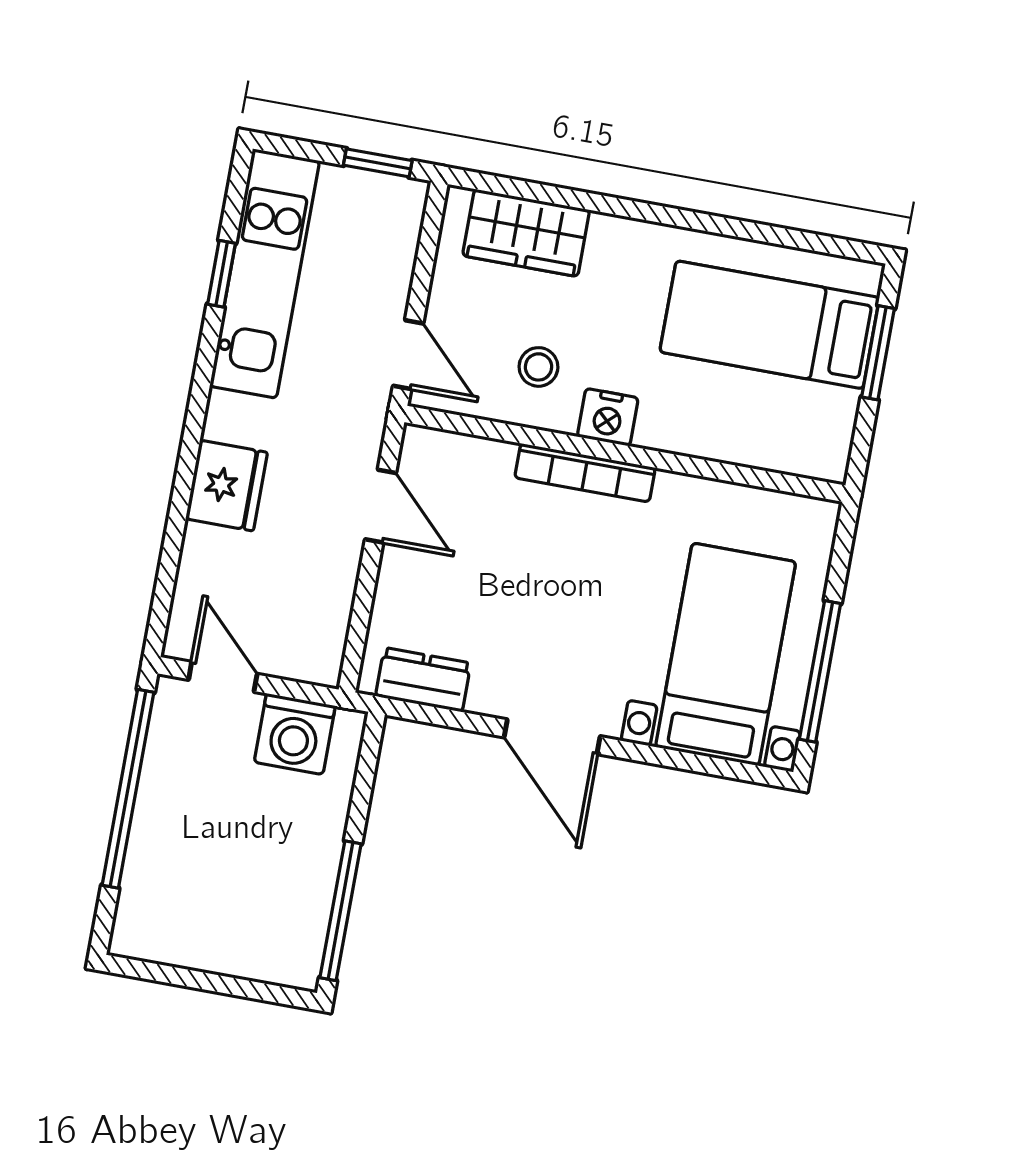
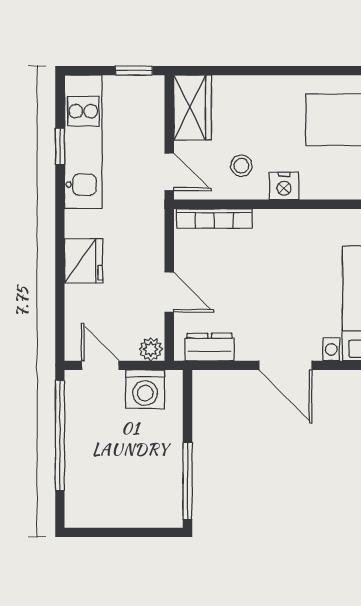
wardrobe: (526, 233) -> (193, 108), moved, turned -90
bookcase: (585, 473) -> (214, 219), moved
door: (381, 506) -> (169, 292), moved
plant: (318, 664) -> (151, 349), added

